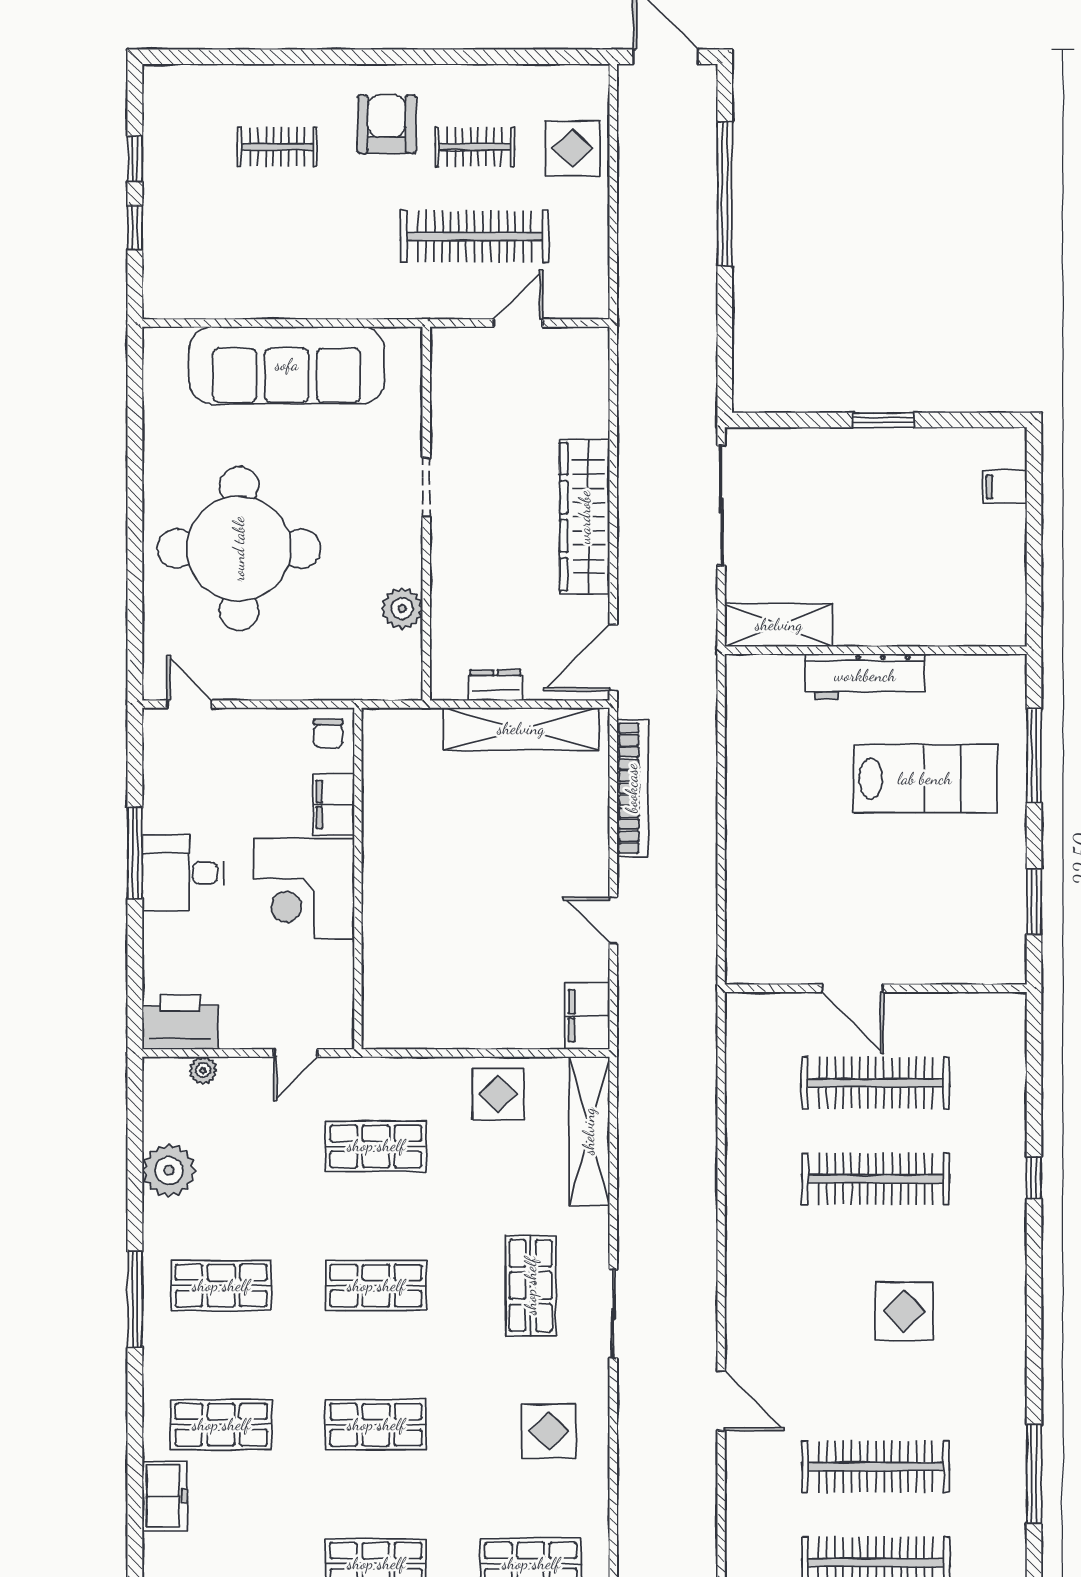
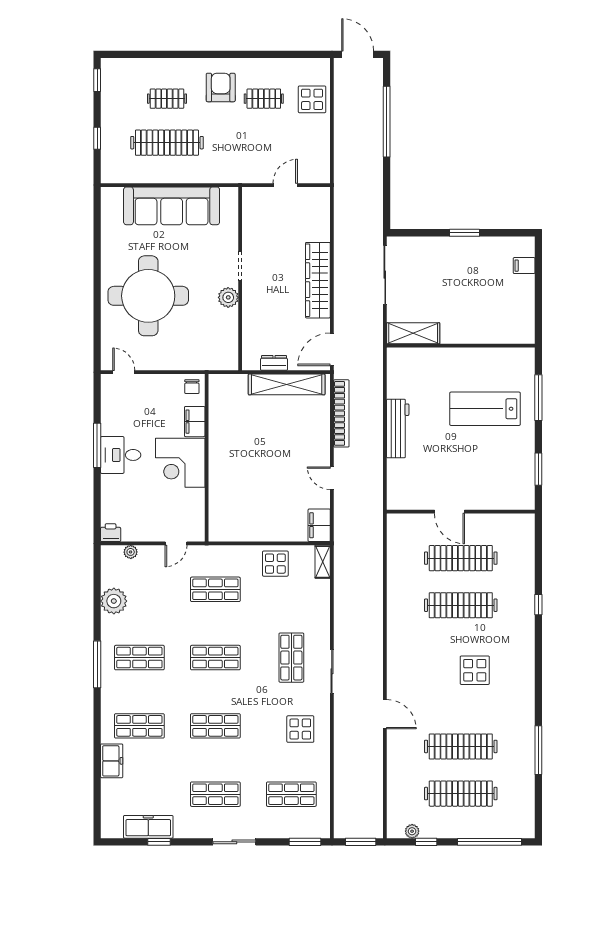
window: (135, 158) -> (97, 80), moved
clothes rail: (475, 237) -> (167, 143), moved
plant: (402, 608) -> (228, 297), moved
workbench: (865, 676) -> (398, 429), moved, turned -90
lab bench: (925, 779) -> (485, 409), turned 180
printer: (180, 1022) -> (111, 533), width x0.53, depth x0.68
shelving: (589, 1131) -> (323, 562), width x0.45, depth x0.75

